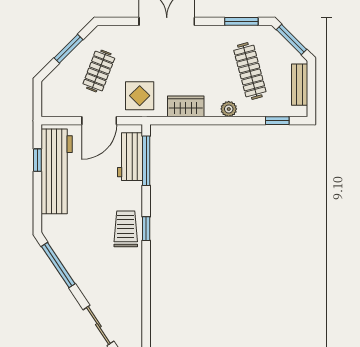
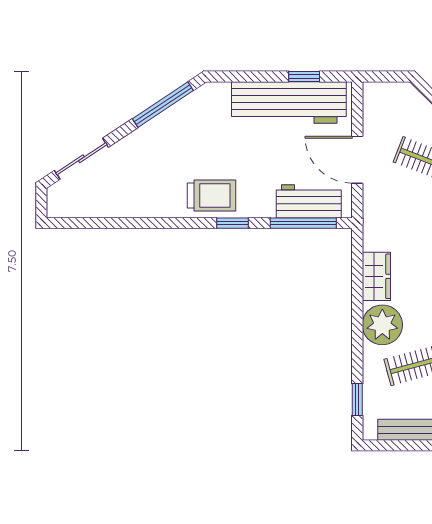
display table: (140, 96) -> (391, 214), removed
plant: (229, 109) -> (382, 325), width x1.87, depth x1.87
window: (146, 229) -> (232, 223), moved

